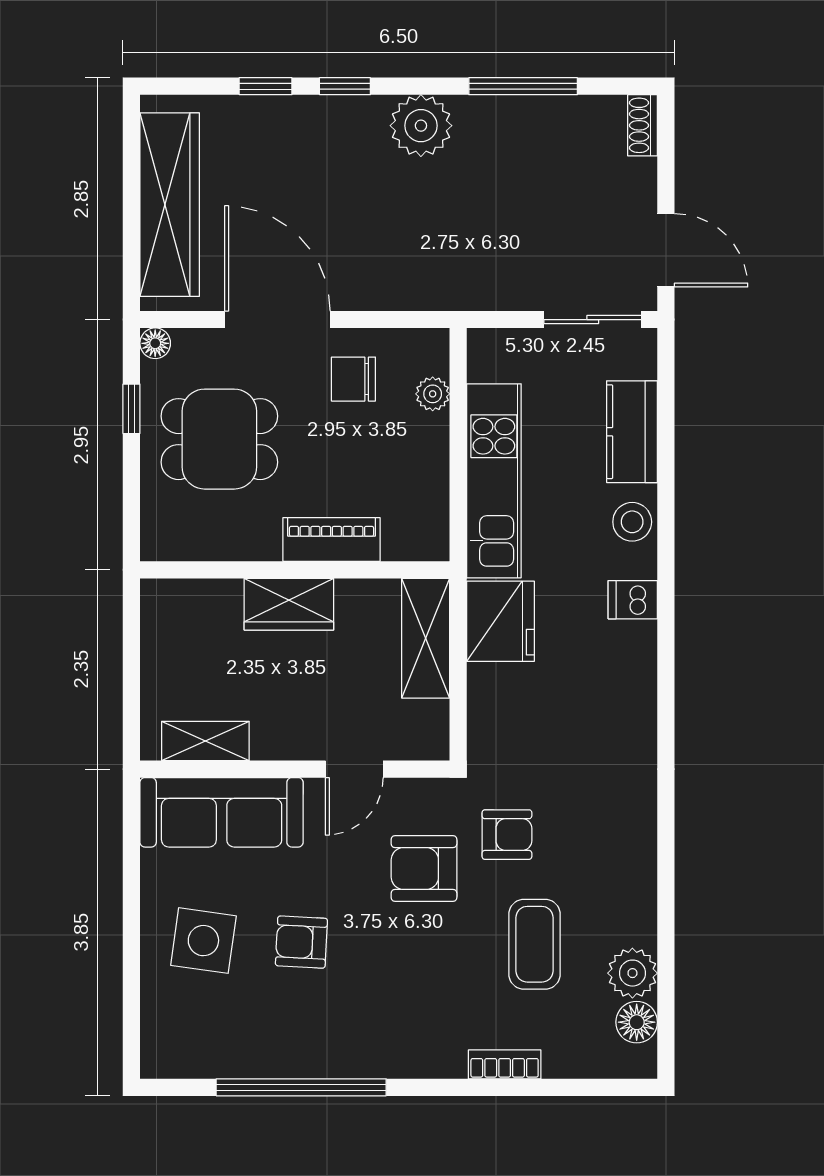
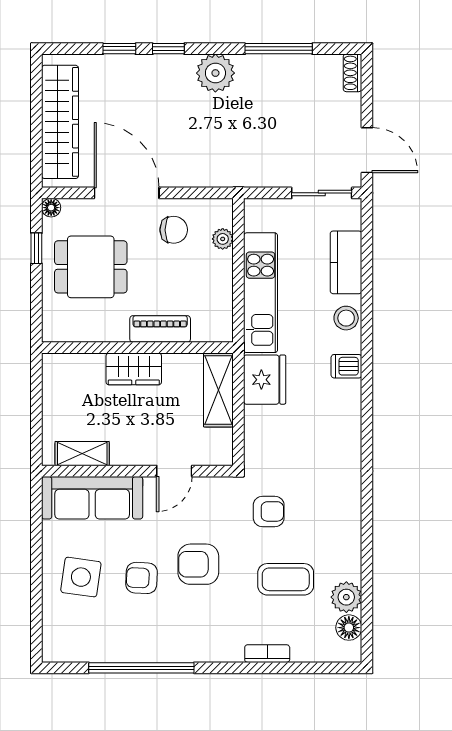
chair: (353, 379) -> (174, 230), turned 180
armchair: (424, 868) -> (198, 564), moved
coffee table: (535, 944) -> (286, 579), turned 90

